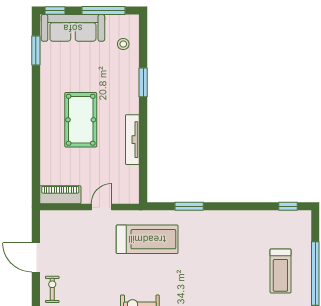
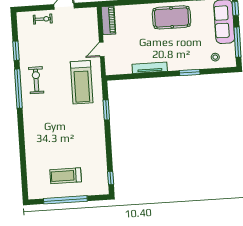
pool table: (81, 120) -> (172, 17), moved
door: (101, 207) -> (102, 49), swing flipped

